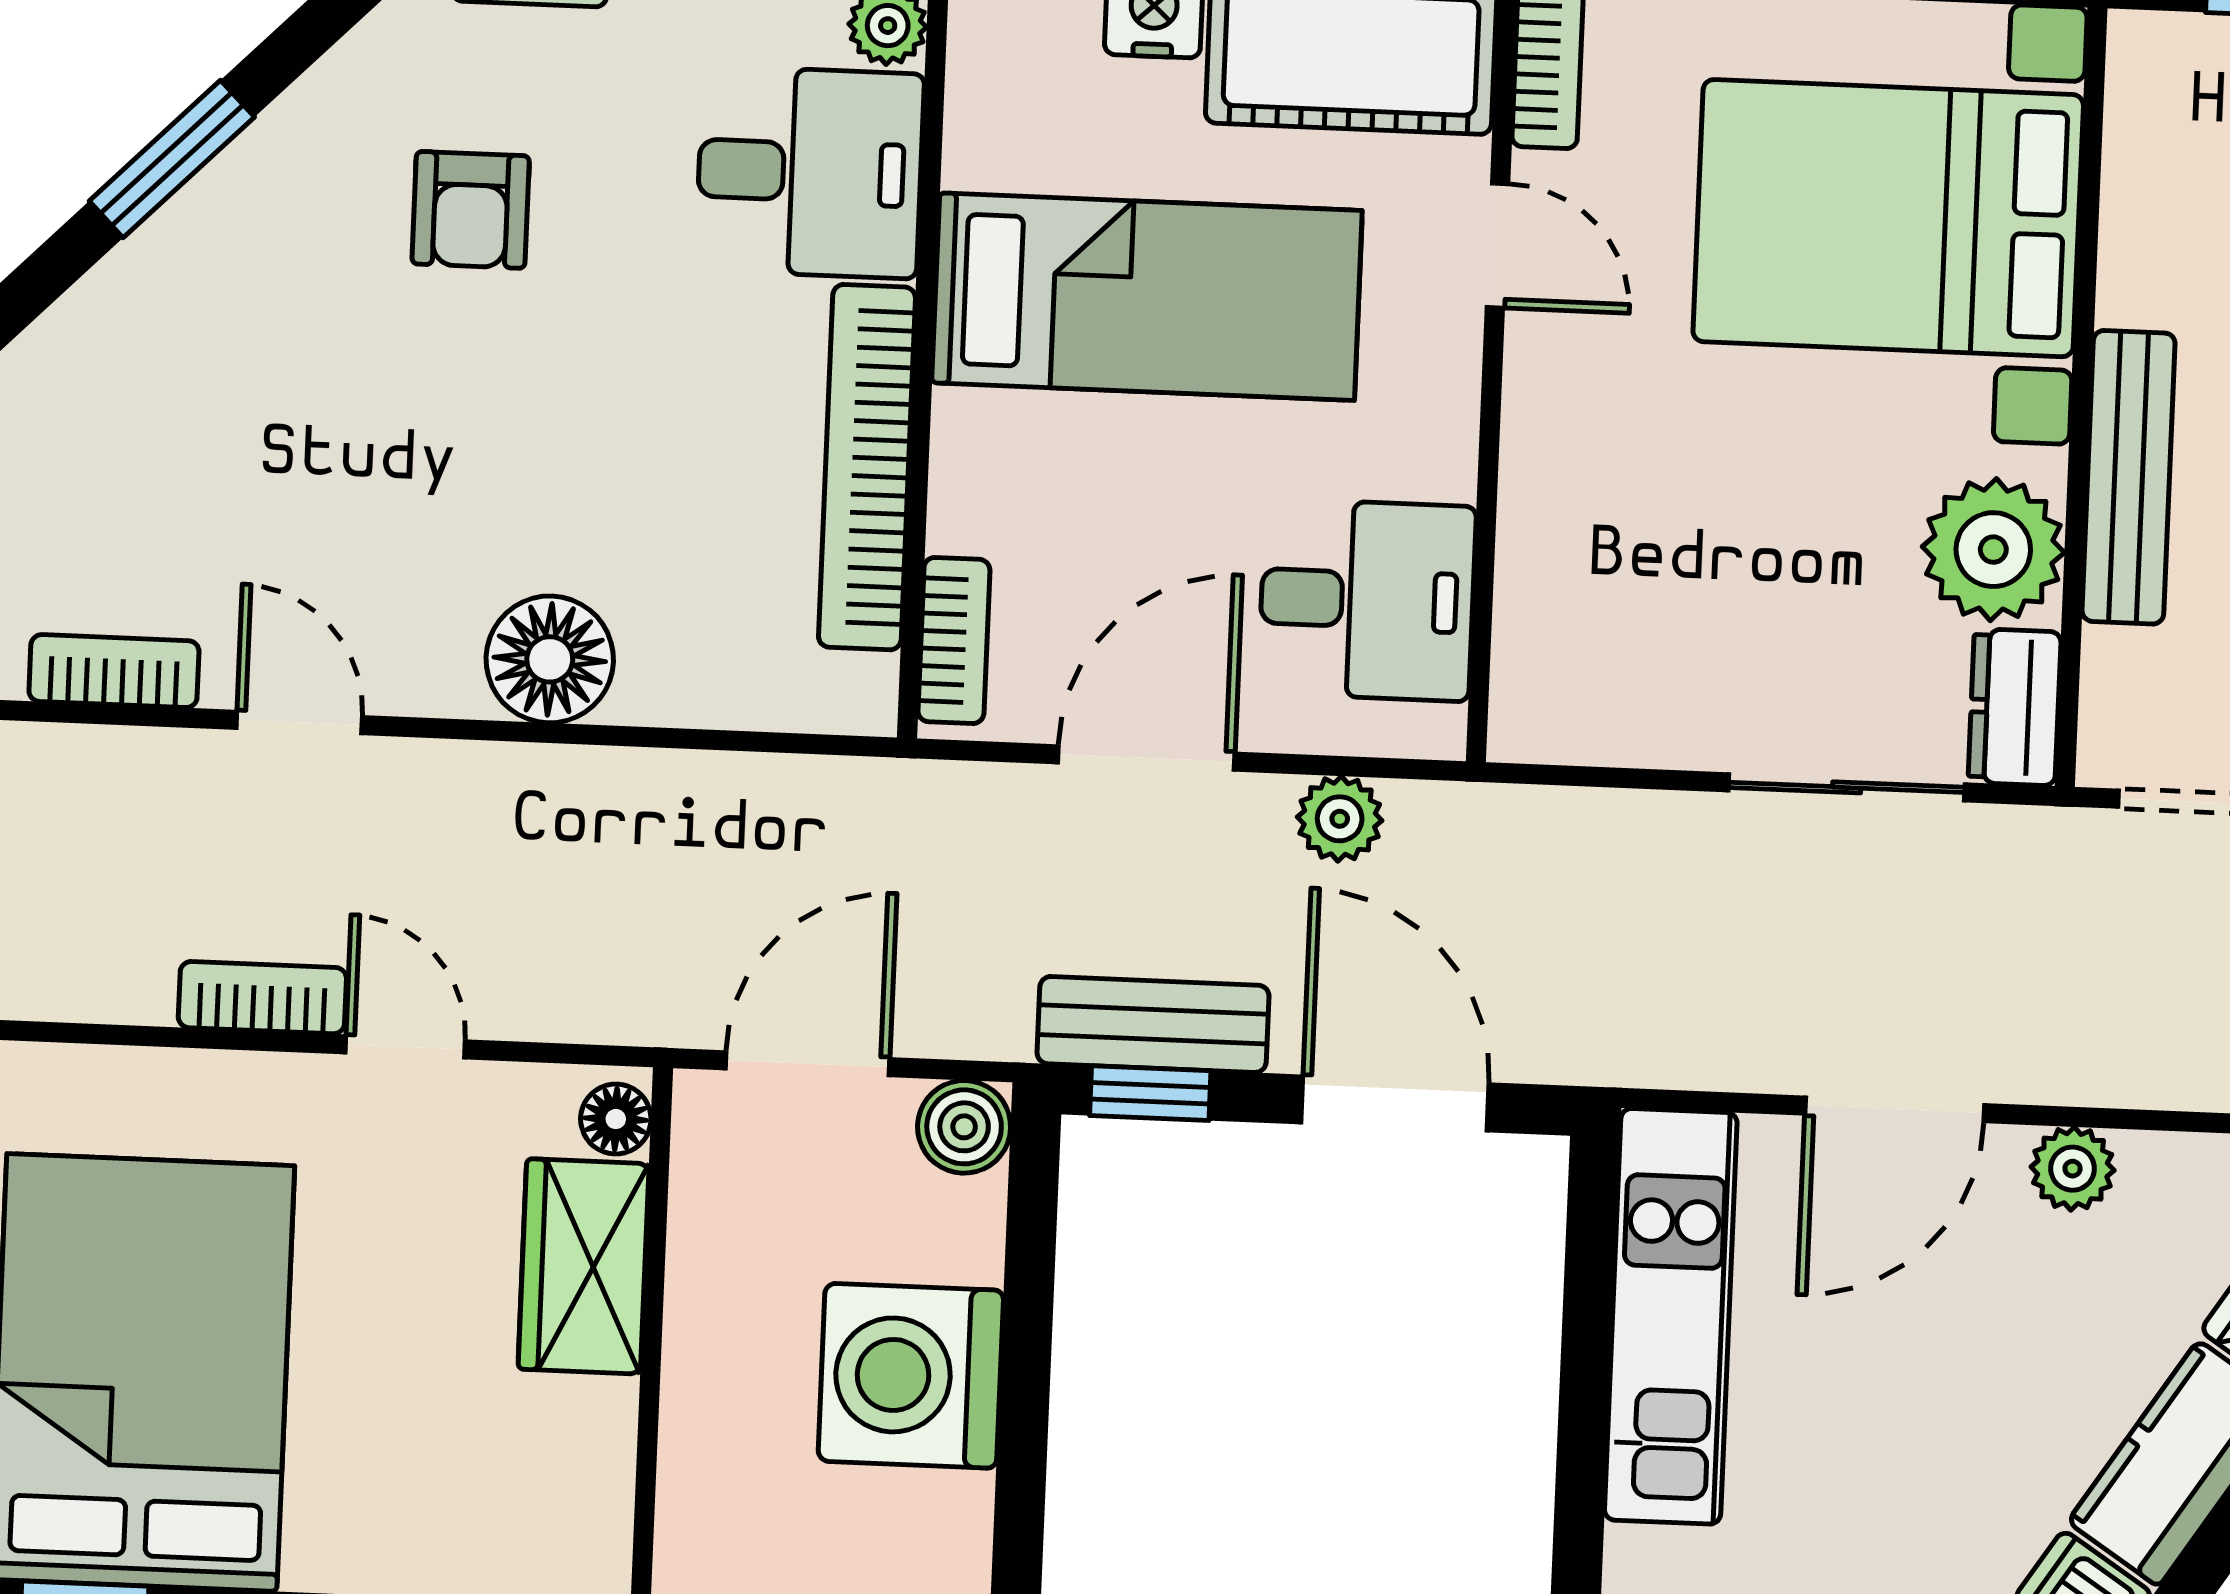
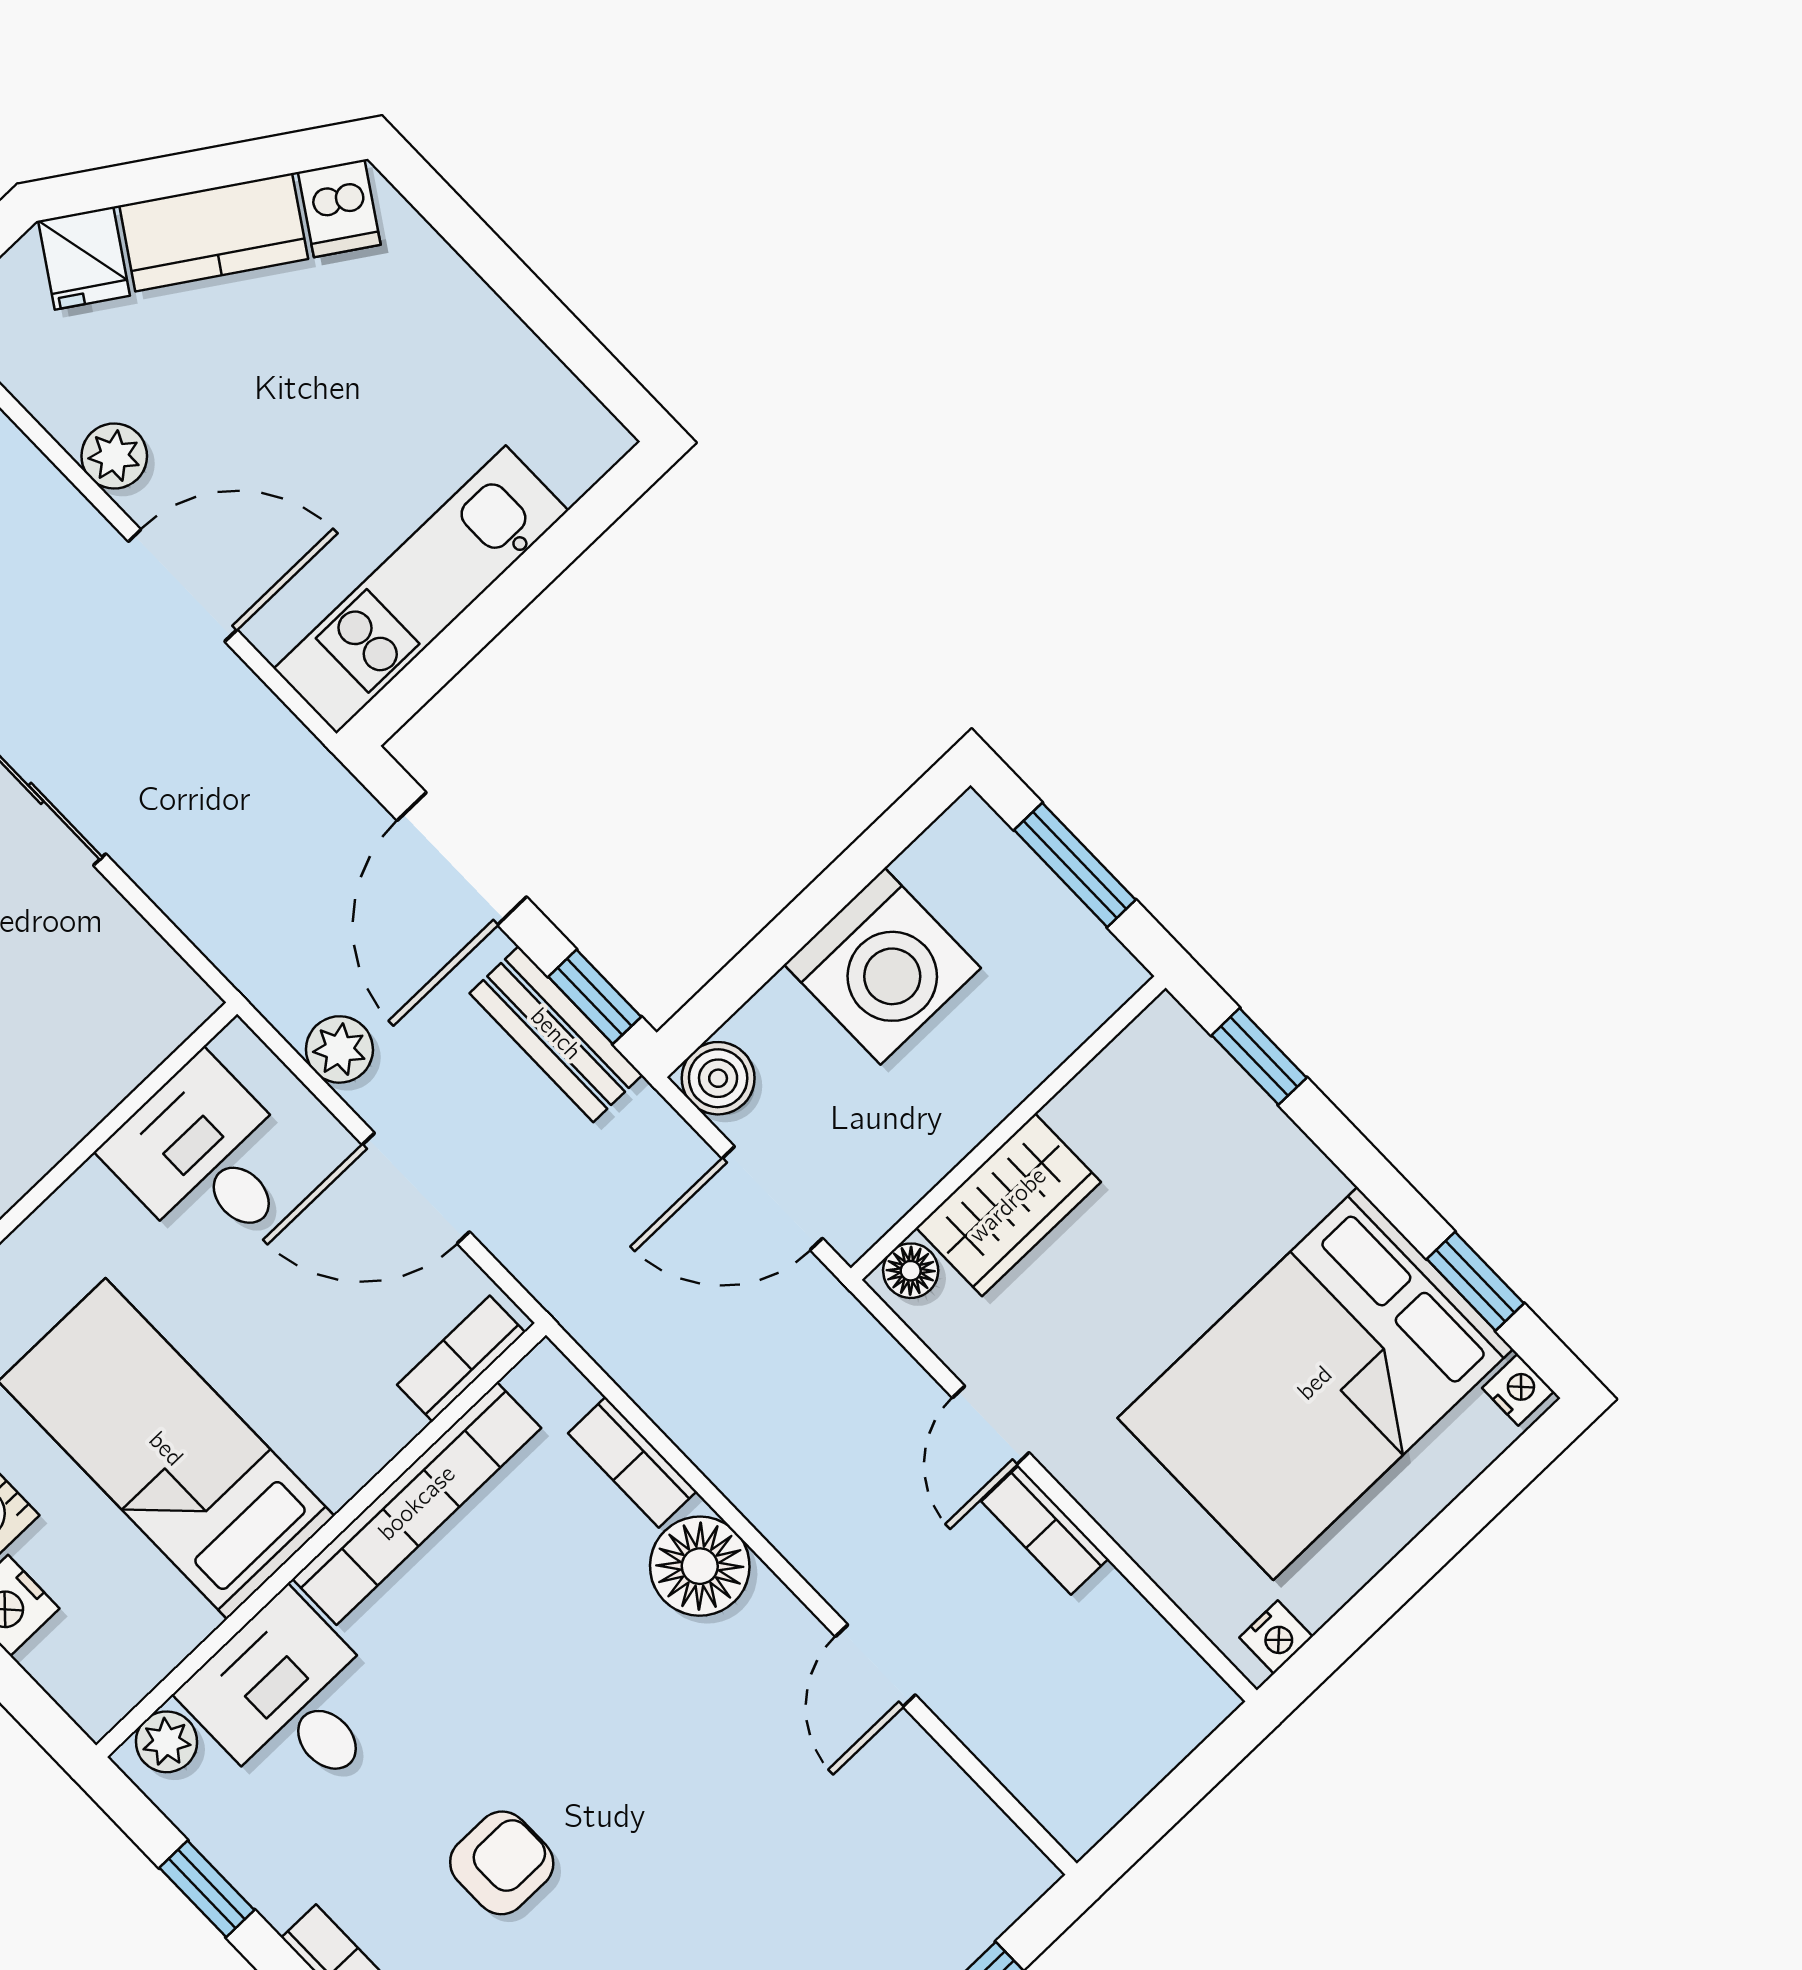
bookcase: (114, 671) -> (632, 1462), moved

